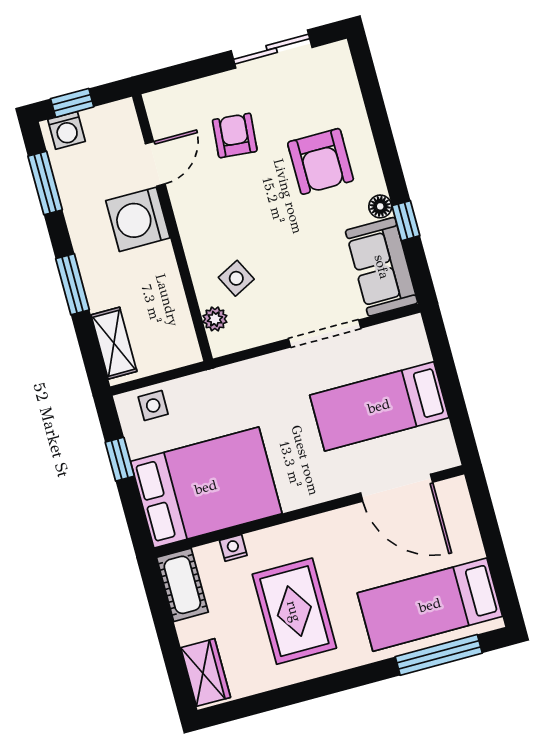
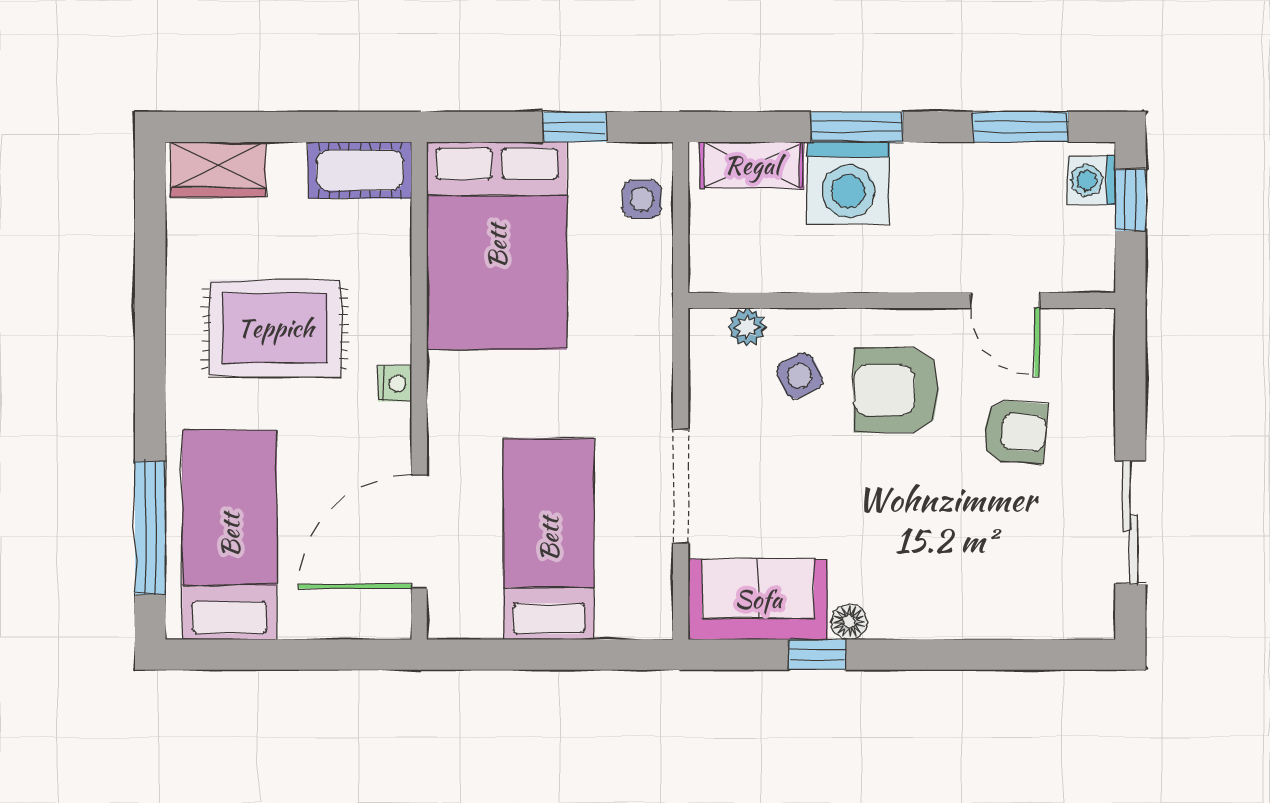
armchair: (321, 161) -> (896, 390), moved
washing machine: (138, 219) -> (848, 183), moved, turned 180
nightstand: (233, 548) -> (395, 383), moved

